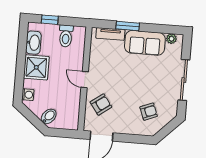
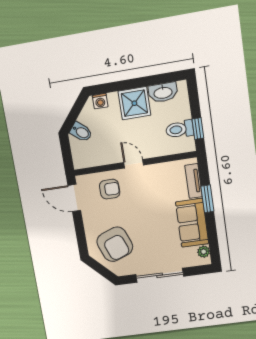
window: (50, 20) -> (198, 128), moved
door: (85, 80) -> (134, 164), hinge flipped
armchair: (101, 105) -> (110, 189), turned -54
armchair: (149, 112) -> (115, 244), width x1.88, depth x1.88

